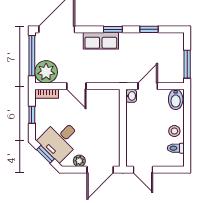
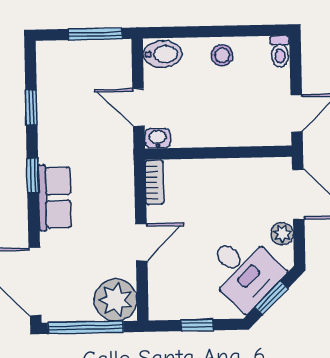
bookcase: (47, 94) -> (155, 182), moved
toilet: (176, 148) -> (280, 51), moved

